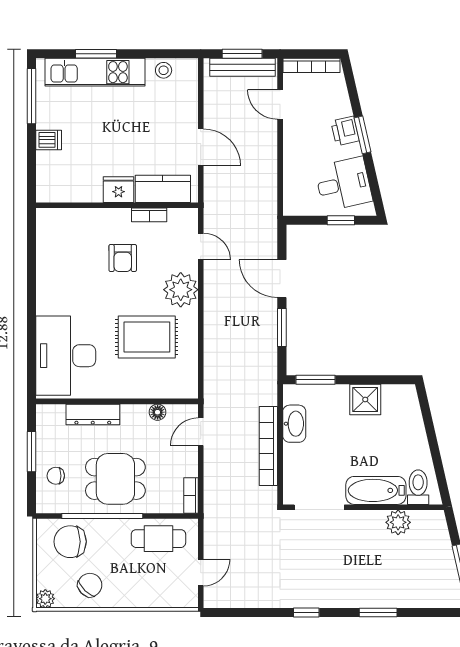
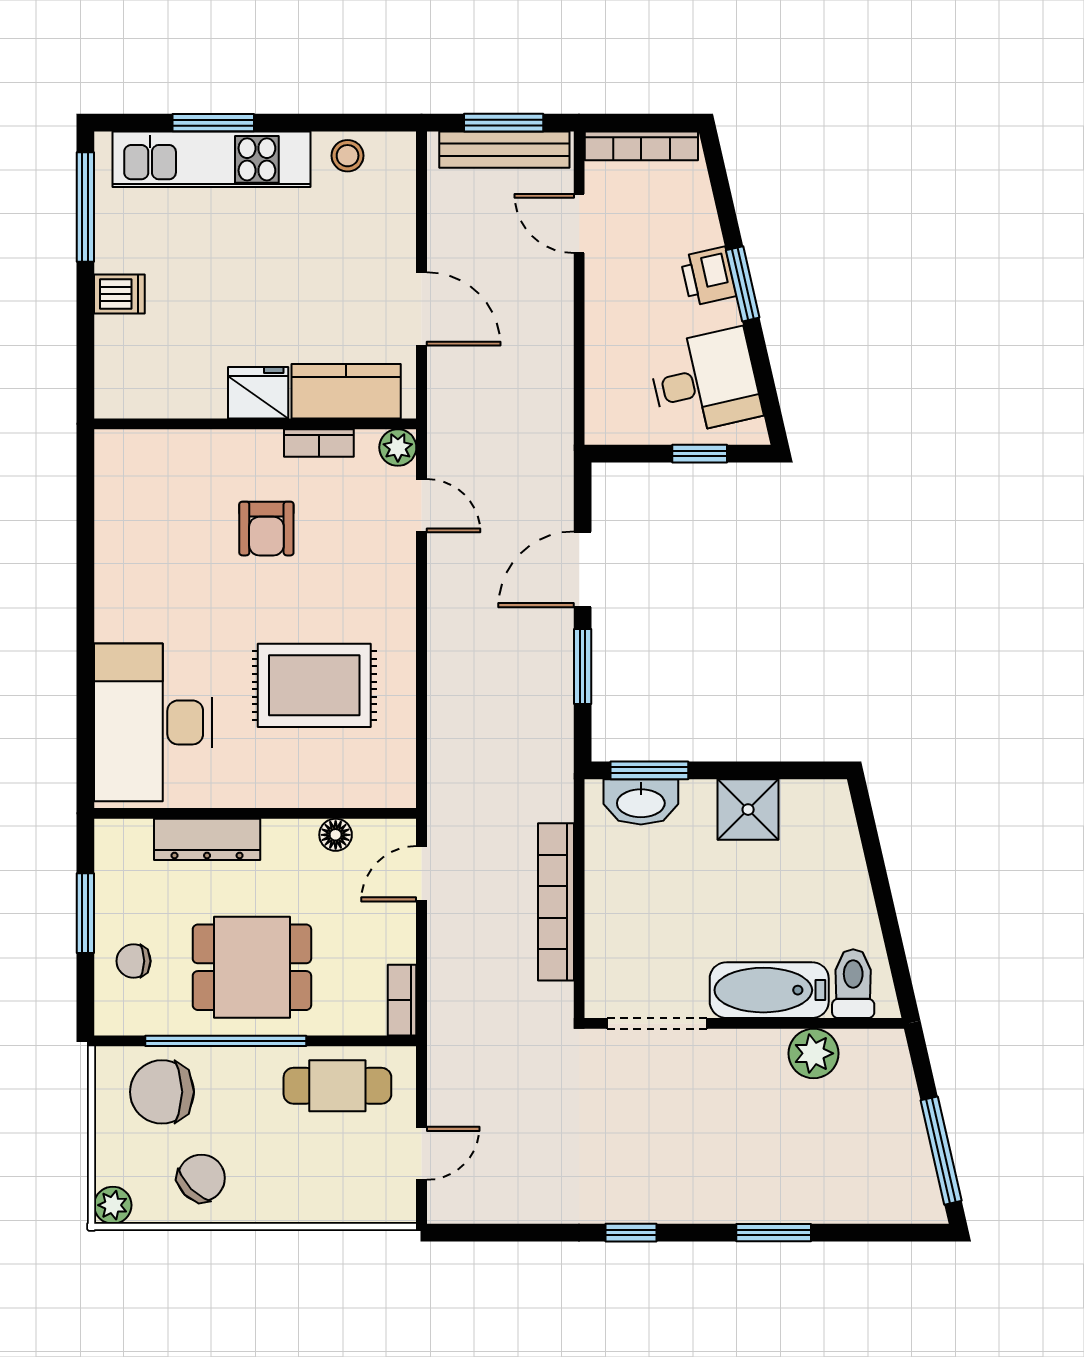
door: (282, 279) -> (583, 569), hinge flipped
plant: (181, 290) -> (398, 447), moved, width x0.53, depth x0.53
washbasin: (294, 424) -> (641, 802), moved, turned 90

